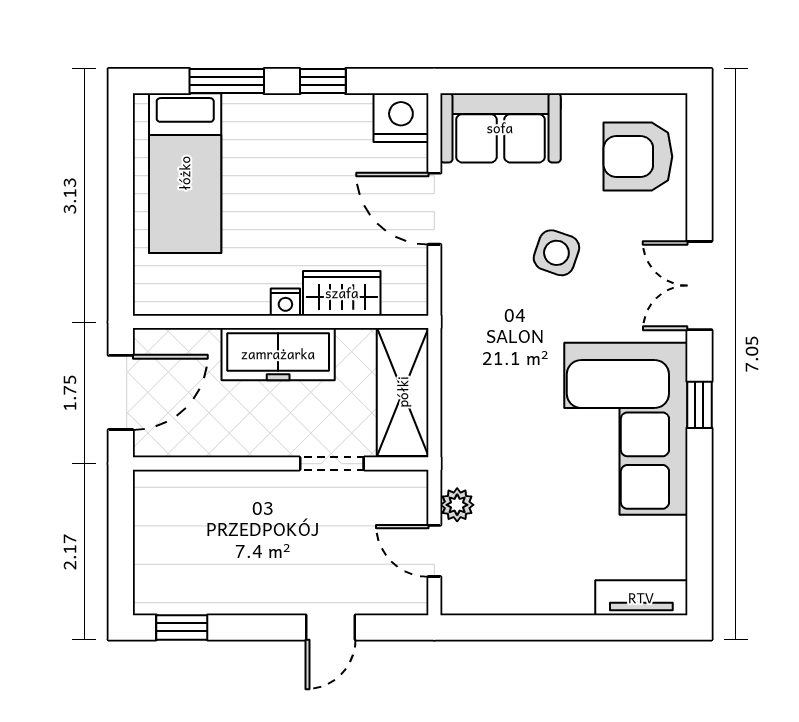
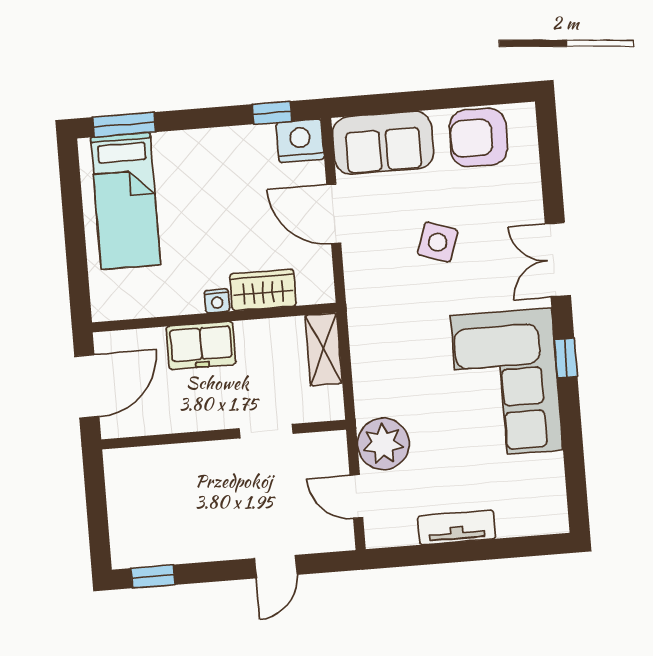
window: (227, 81) -> (124, 125), moved
window: (323, 81) -> (272, 113), moved
armchair: (638, 157) -> (478, 137), moved
freezer: (278, 354) -> (201, 345), width x0.71
shelving: (403, 392) -> (324, 349), width x0.67, depth x0.75
plant: (457, 505) -> (383, 444), width x1.87, depth x1.87
tv unit: (641, 598) -> (457, 527), moved

